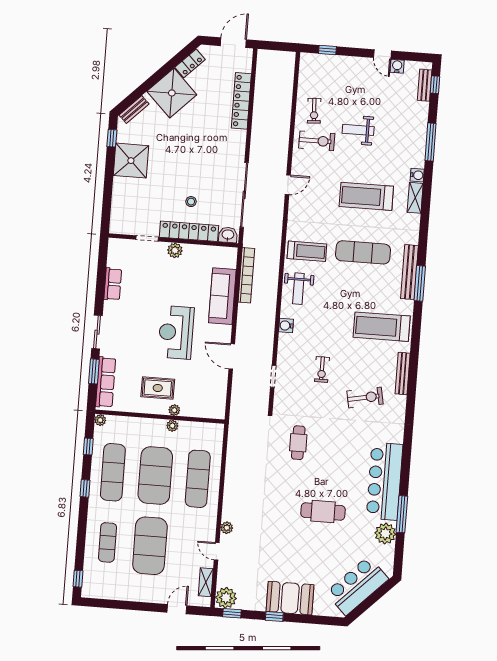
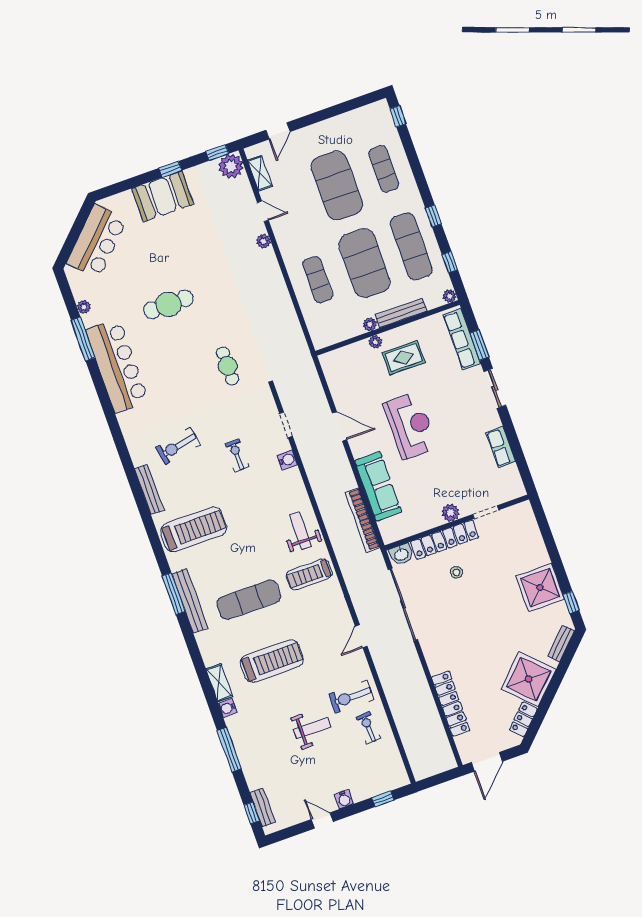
water cooler: (397, 66) -> (344, 799), moved
water cooler: (286, 326) -> (287, 460), moved
bench: (144, 424) -> (401, 313), added
exercise mat: (198, 479) -> (318, 280), width x0.73, depth x0.69
plant: (385, 534) -> (84, 307), width x0.53, depth x0.53

